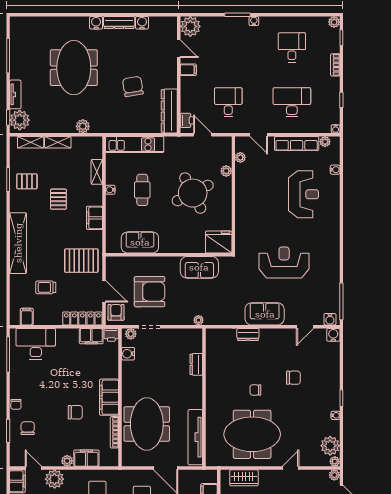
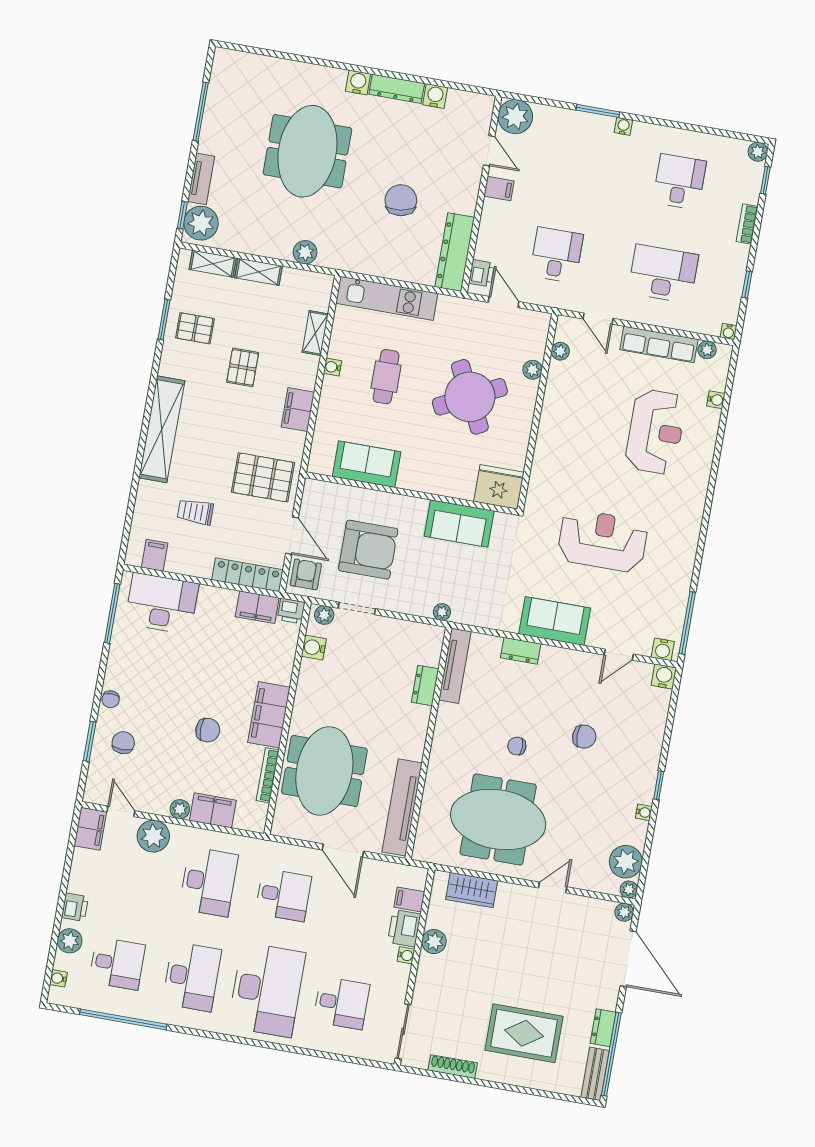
tv unit: (212, 350) -> (455, 666), added

